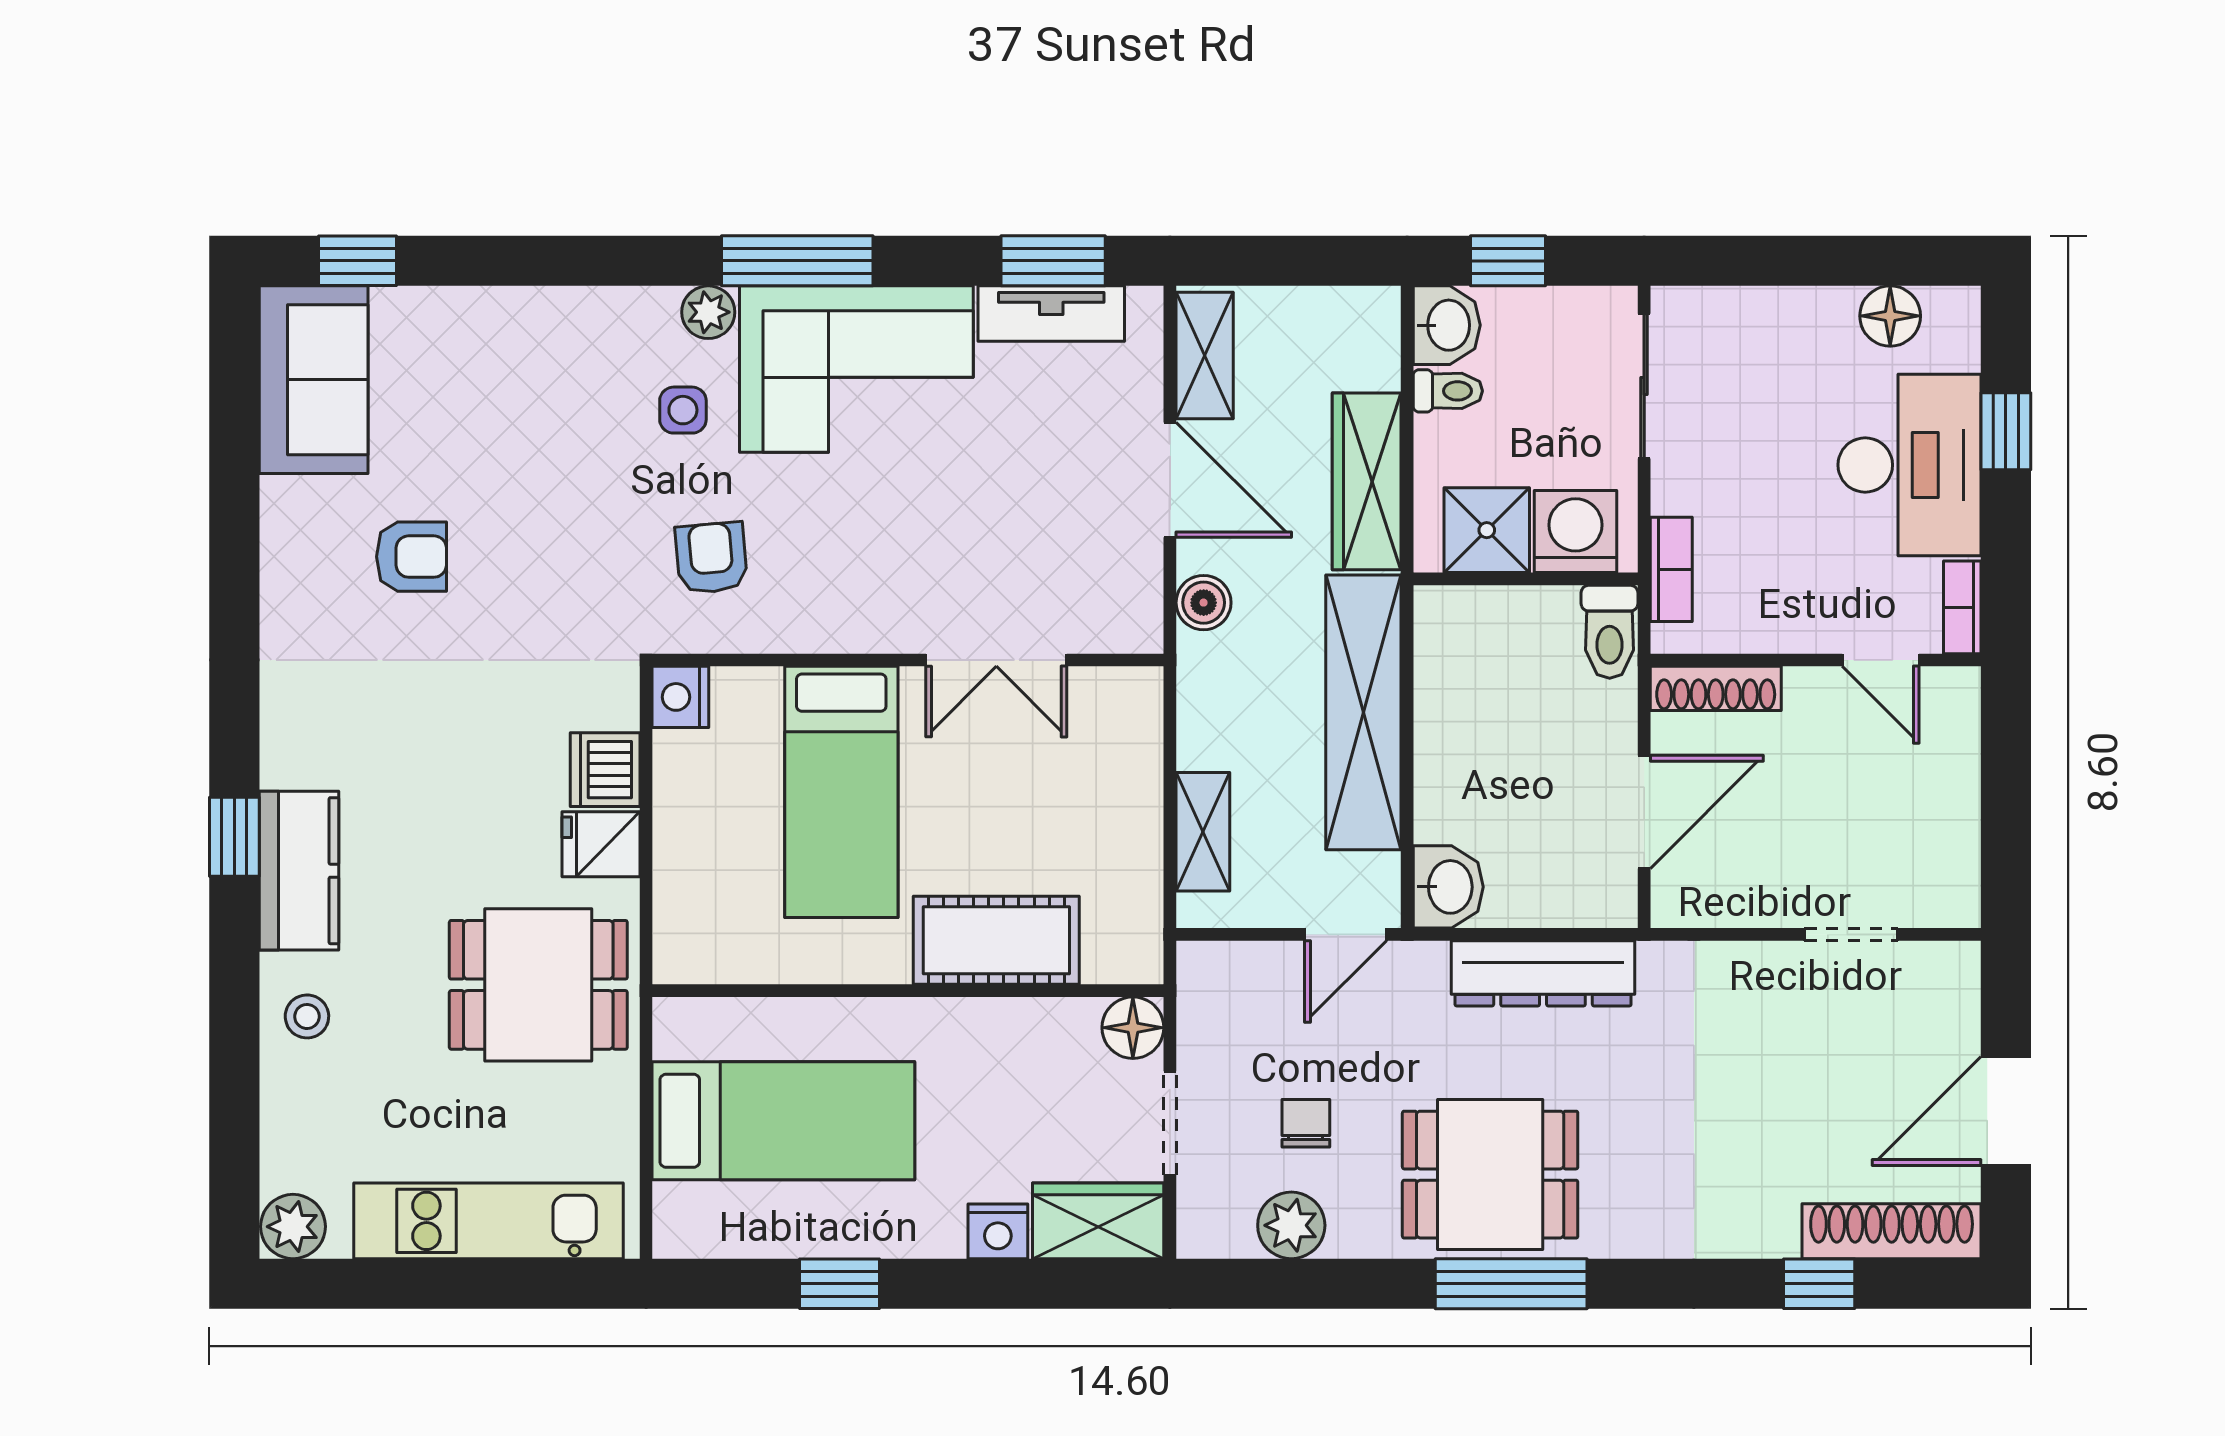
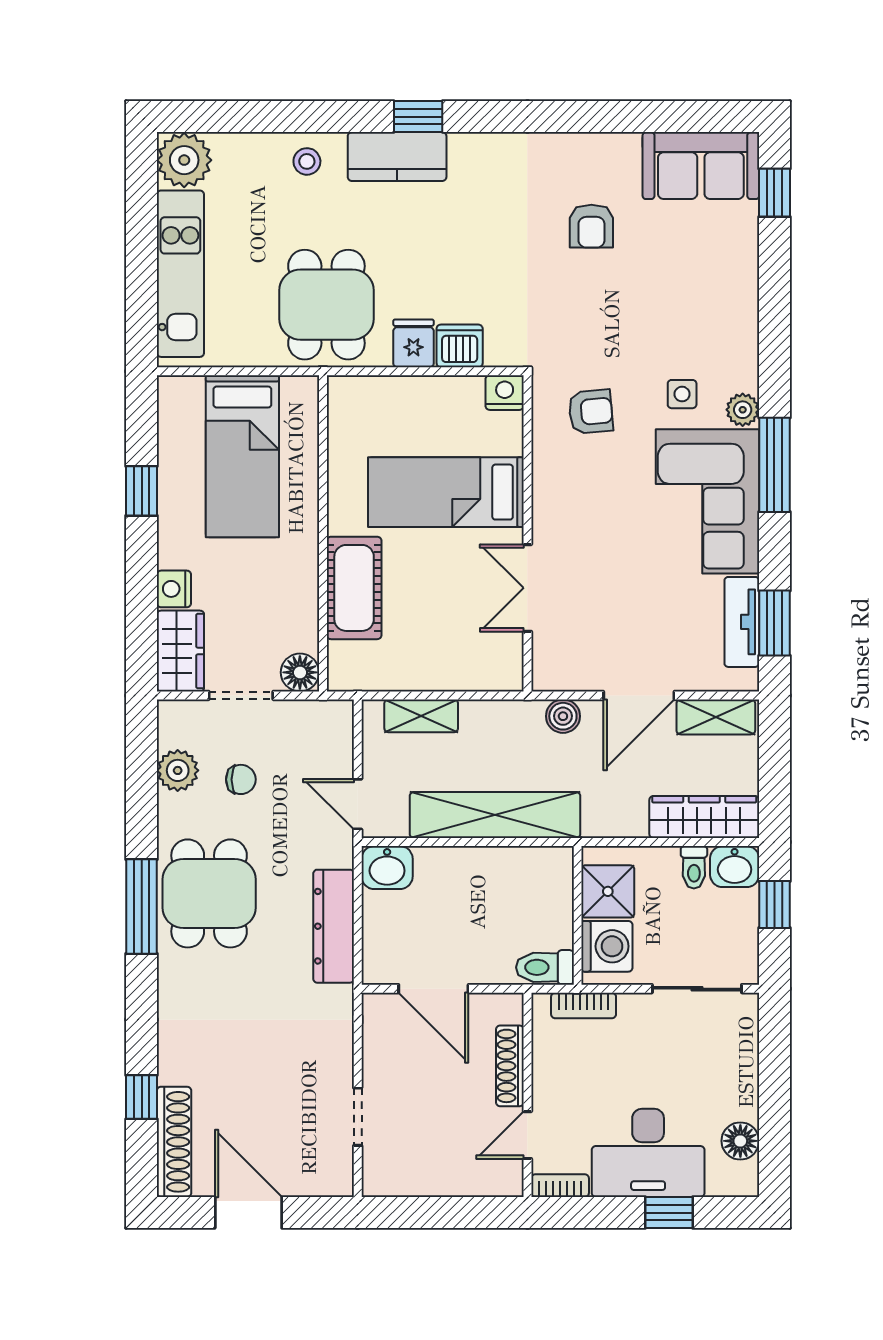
wardrobe: (1367, 481) -> (704, 817), moved
shoe rack: (1716, 688) -> (510, 1066), moved
plant: (293, 1227) -> (184, 160), width x1.36, depth x1.36

